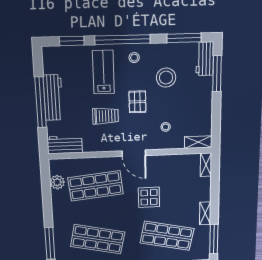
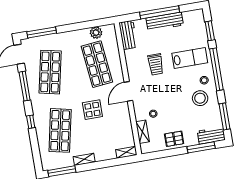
stool: (166, 78) -> (200, 98), moved
pallet: (137, 102) -> (174, 139), moved
shelving: (198, 142) -> (143, 132), moved

